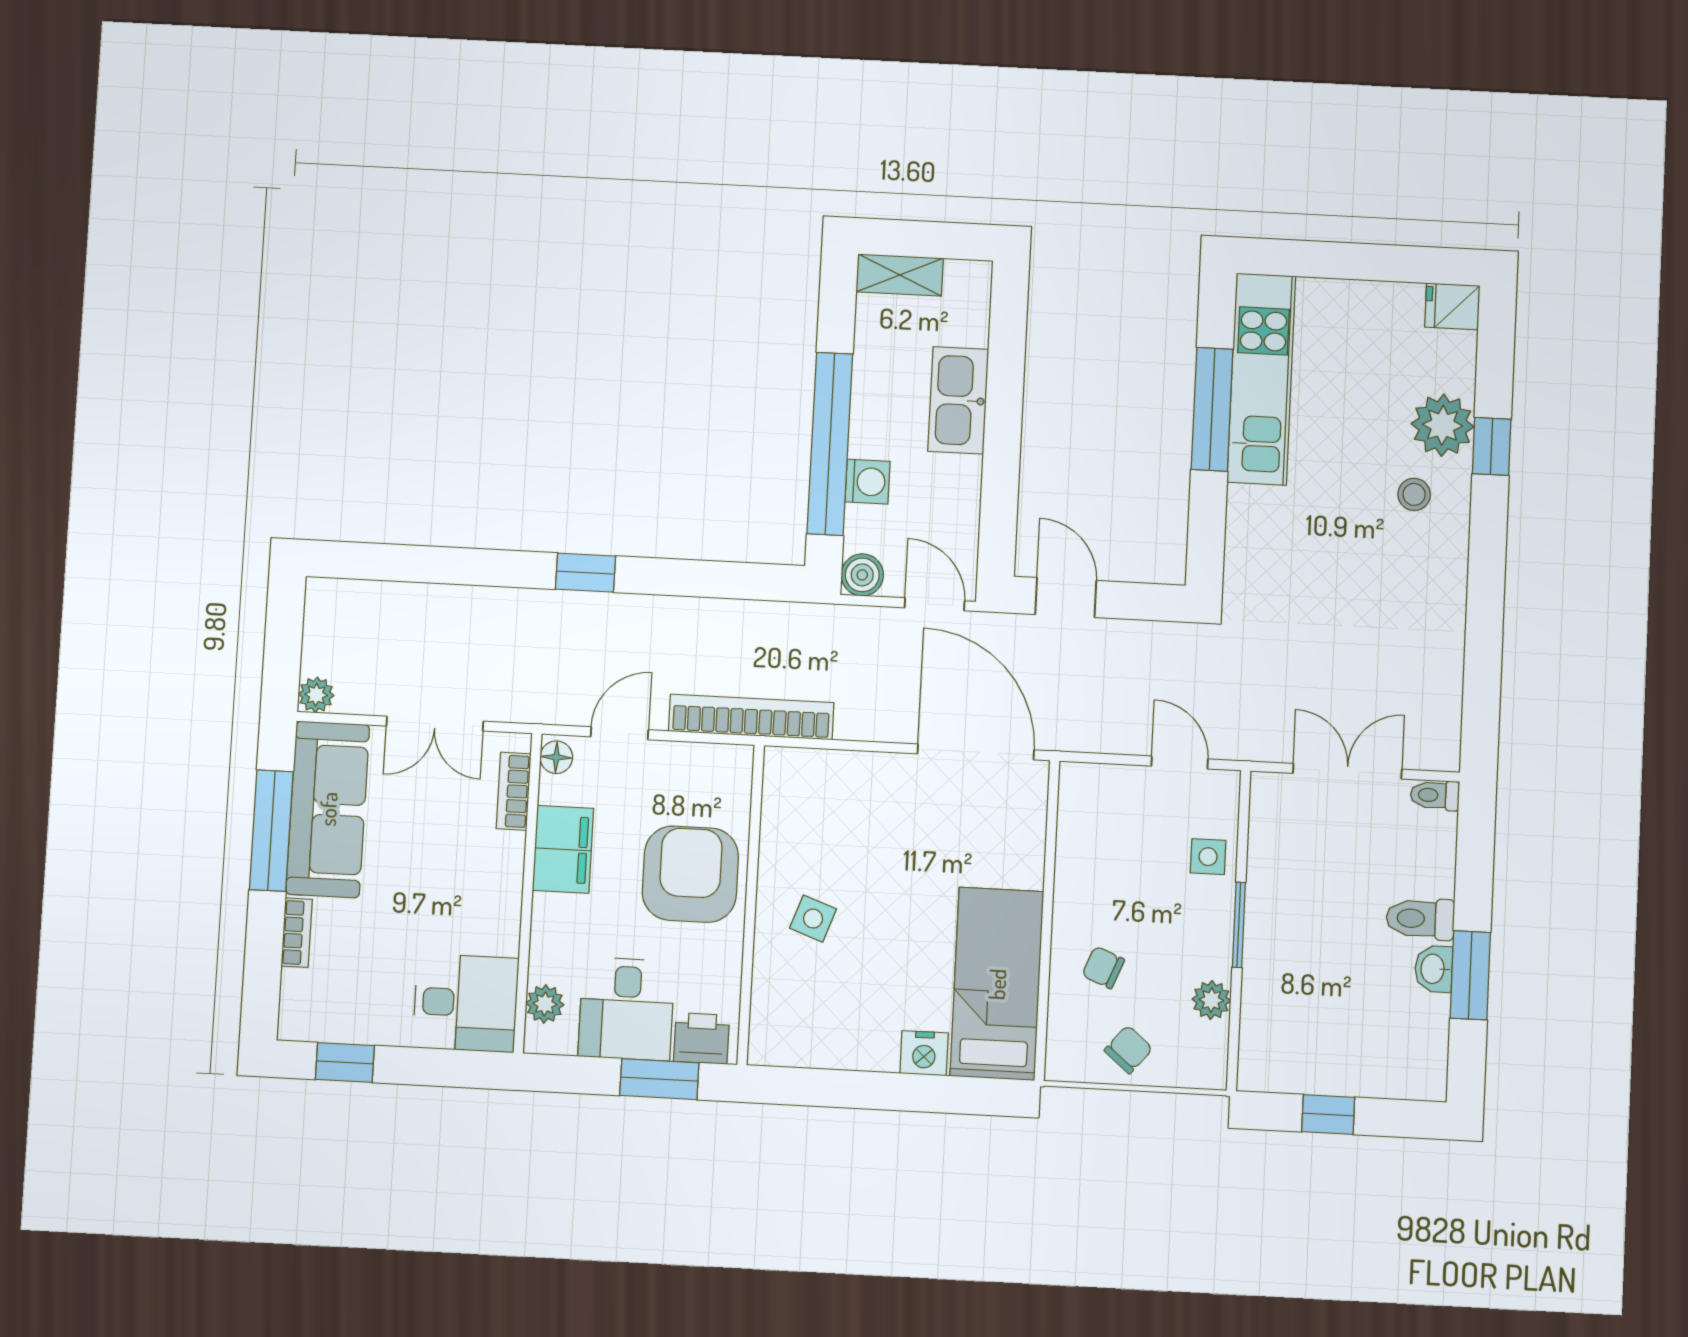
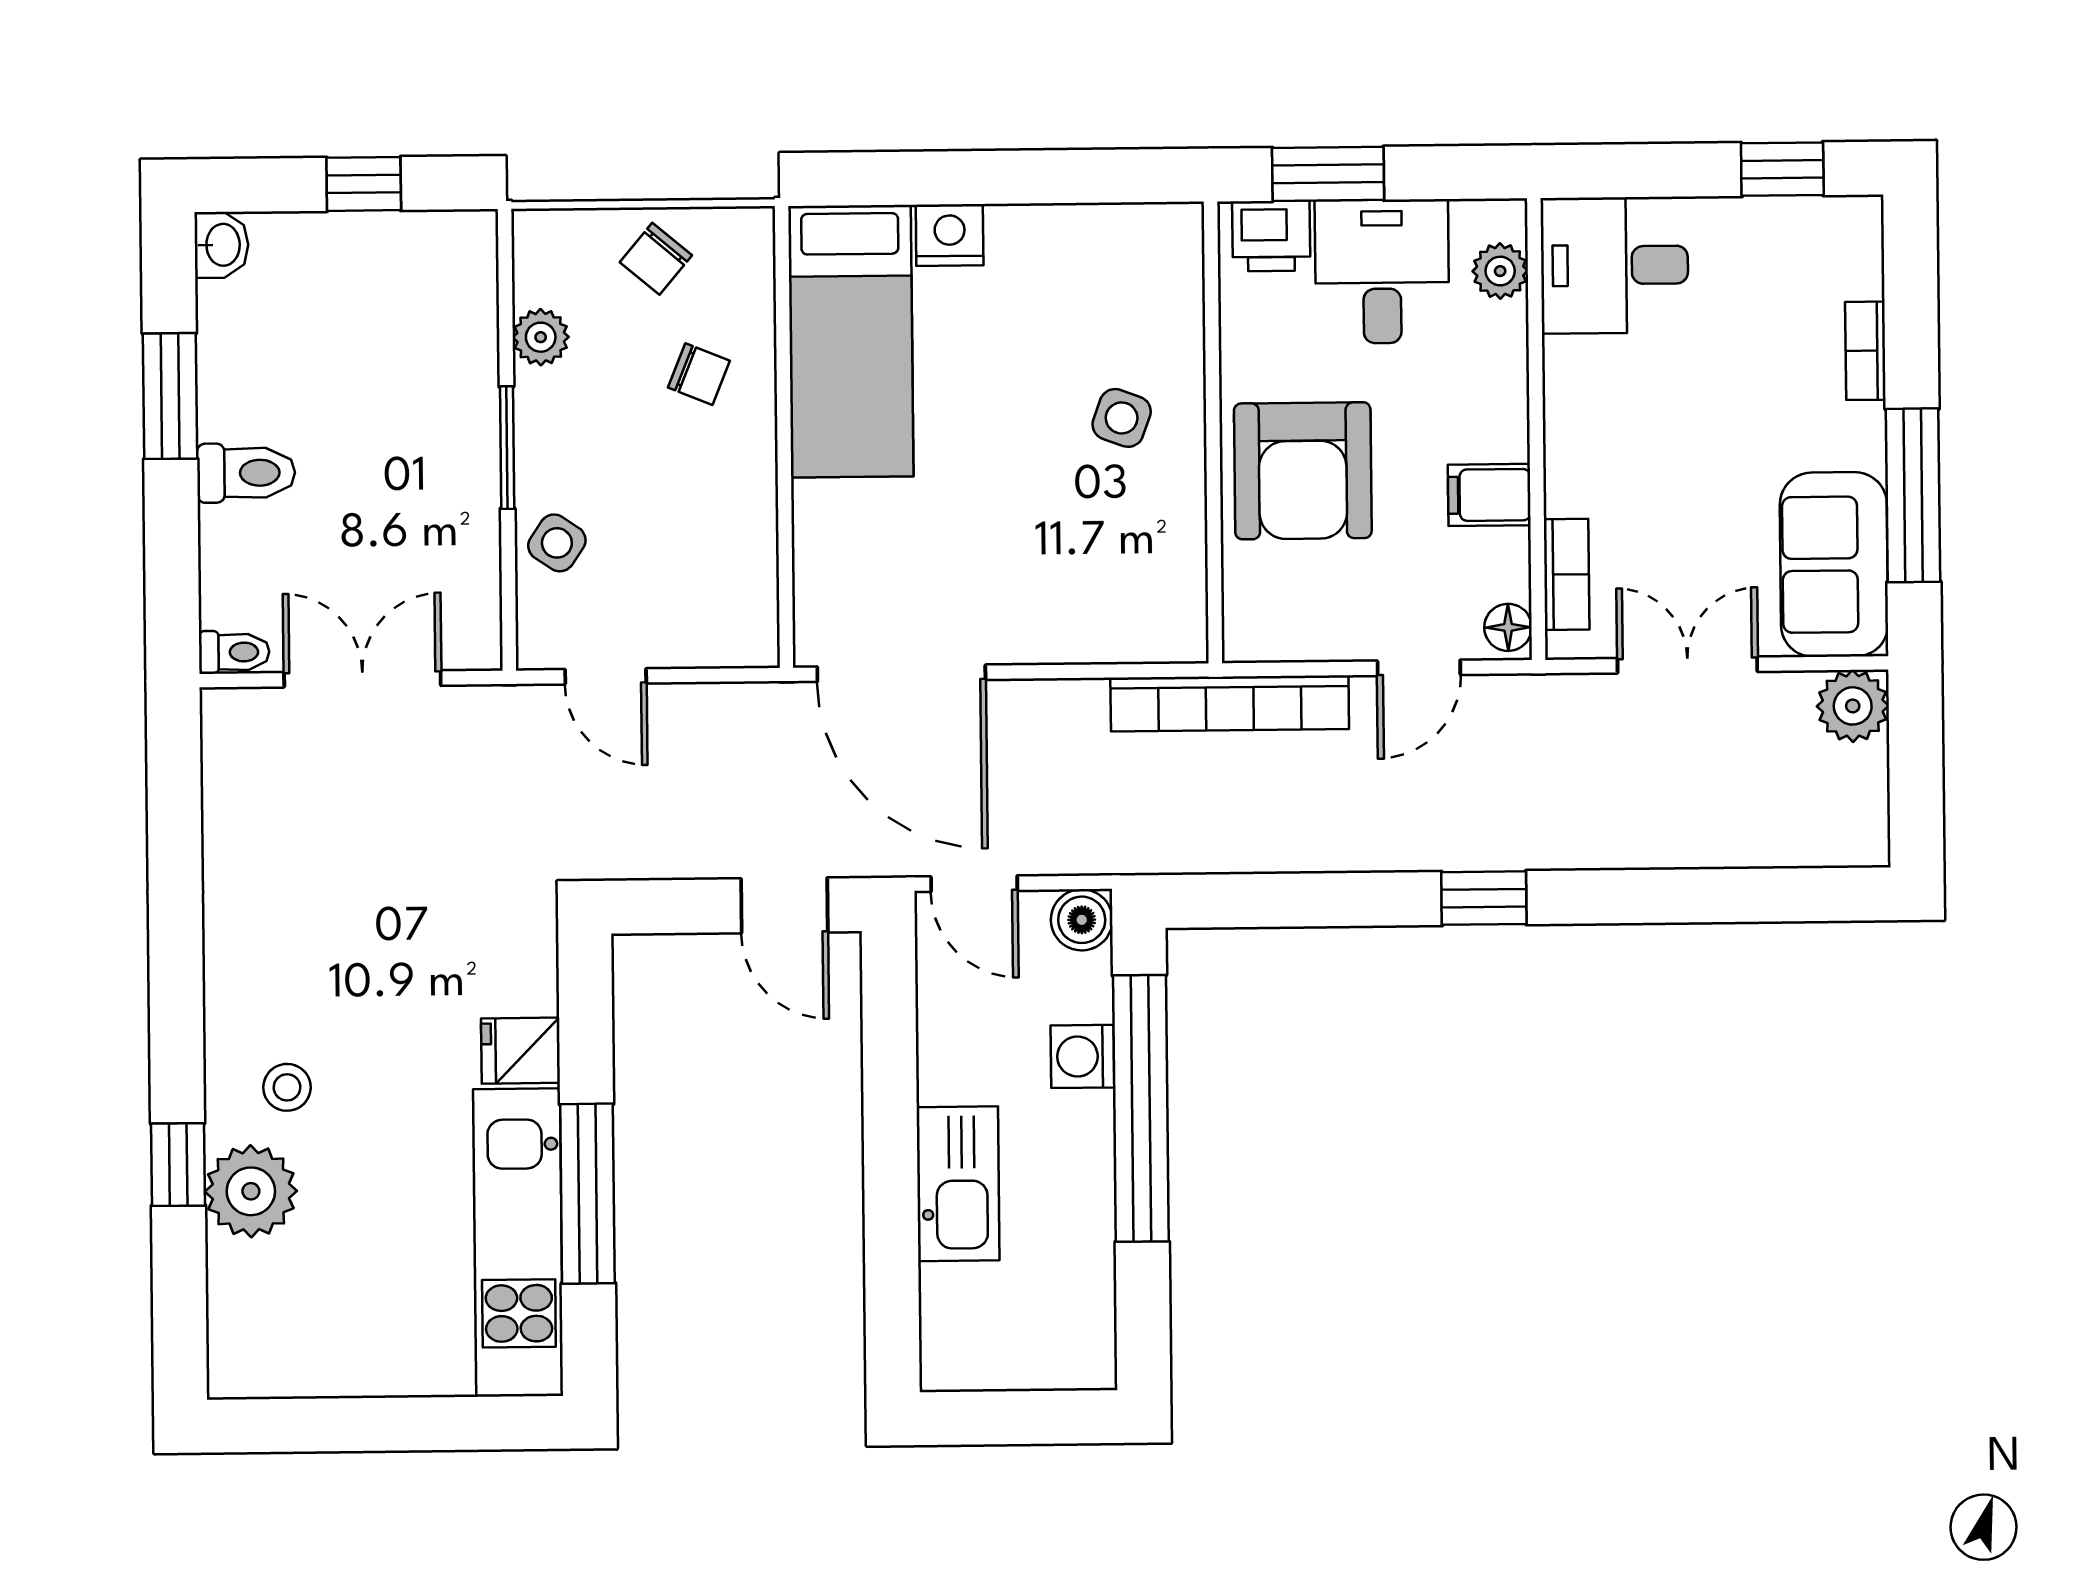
shelving: (900, 275) -> (1055, 1363), removed
fridge: (1452, 306) -> (521, 1051), moved, turned 180
plant: (316, 695) -> (1853, 706), width x1.38, depth x1.38
double door: (1347, 771) -> (362, 679), swing flipped
sofa: (328, 809) -> (1834, 565), width x0.73
filing cabinet: (563, 849) -> (1489, 495), width x0.50
side table: (1208, 857) -> (557, 543), turned 34
washbasin: (1434, 969) -> (221, 245), moved

